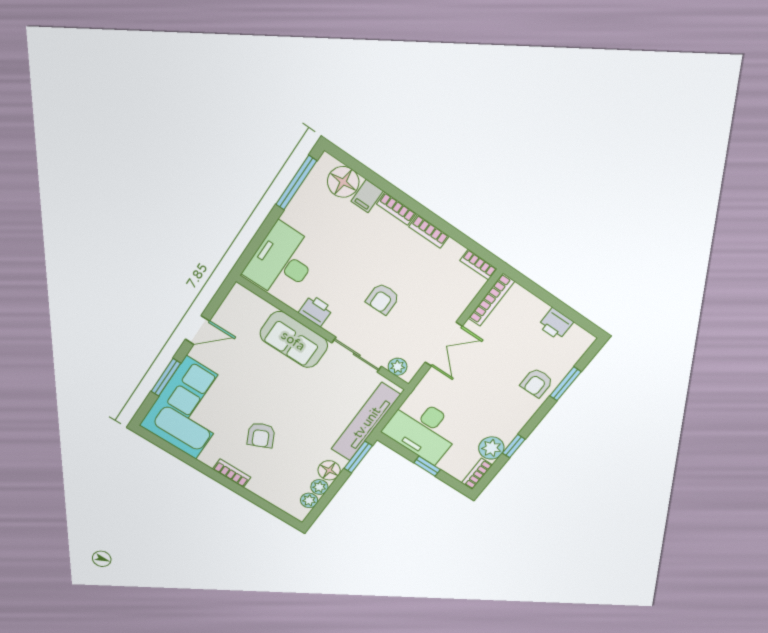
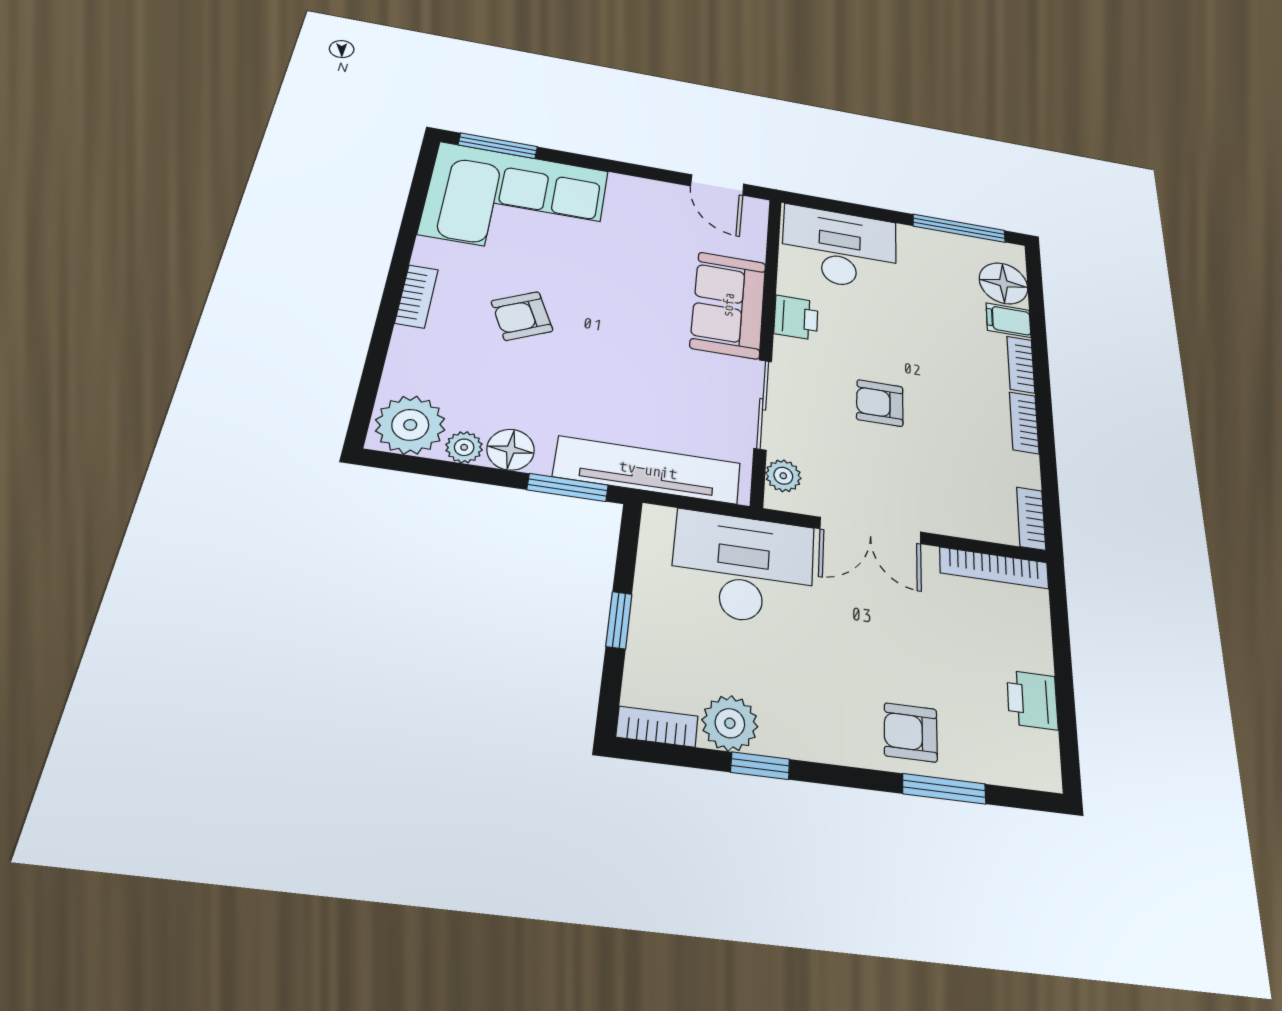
door: (197, 330) -> (717, 185), moved
window: (166, 377) -> (498, 146), moved
desk: (423, 430) -> (743, 568), moved, turned 90
plant: (309, 500) -> (410, 425), width x1.88, depth x1.88

